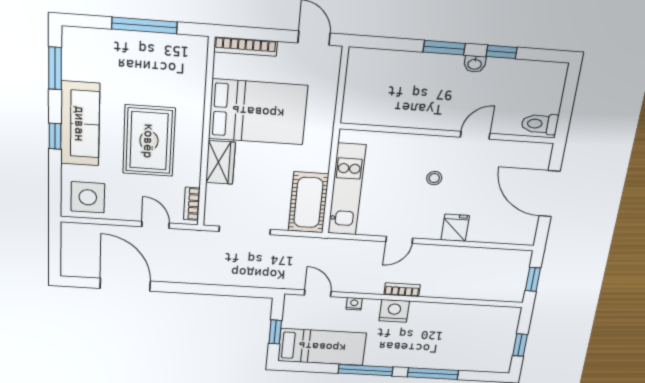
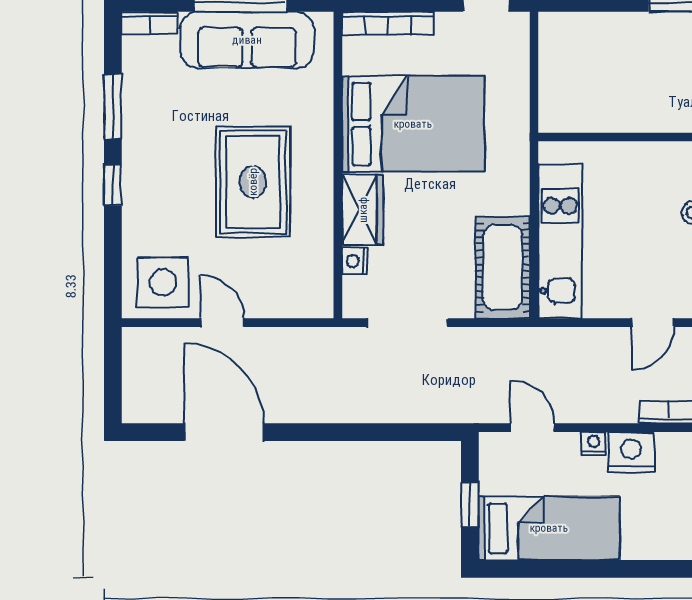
window: (55, 68) -> (113, 106), moved
sofa: (80, 124) -> (247, 40), moved, turned 90
nightstand: (213, 193) -> (355, 261), added
bookcase: (192, 204) -> (150, 23), moved, turned -90
door: (156, 225) -> (222, 323), moved
nightstand: (394, 311) -> (631, 452), moved
window: (365, 370) -> (626, 569), removed

